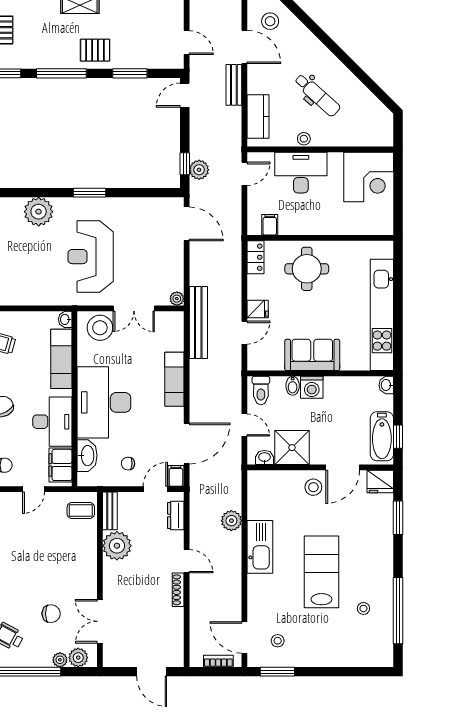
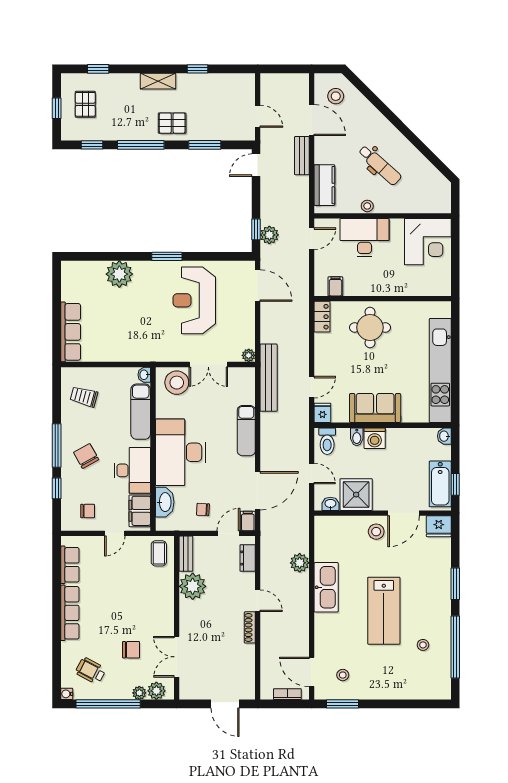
reception desk: (91, 257) -> (194, 300), moved
fridge: (258, 309) -> (322, 413), moved, turned -90
coffee table: (81, 511) -> (159, 553), turned 90
window: (398, 518) -> (455, 584), moved
lab bench: (322, 572) -> (384, 611), turned 180

